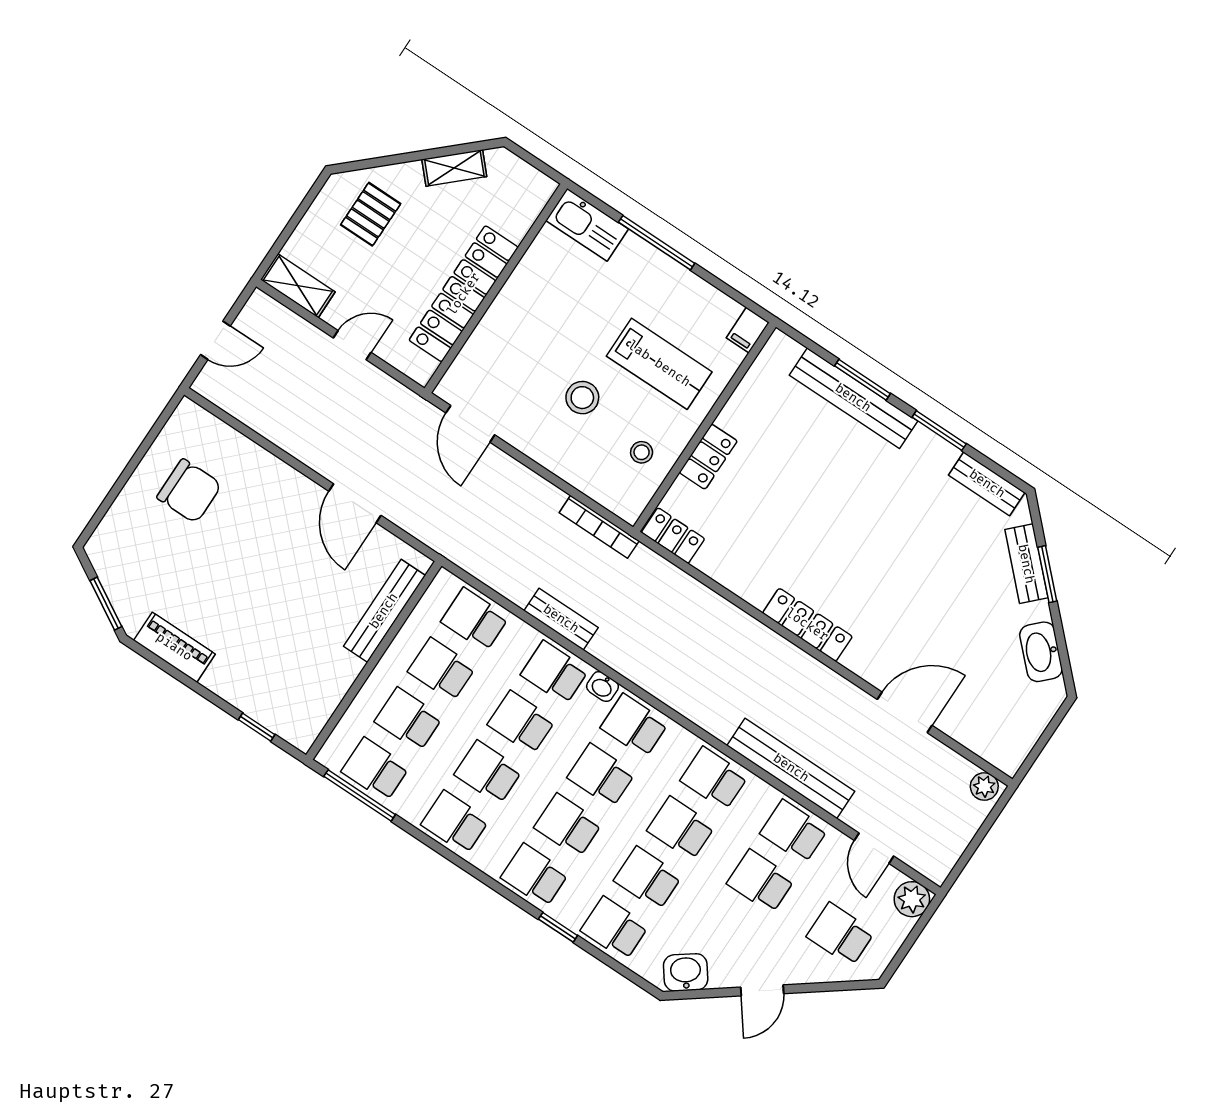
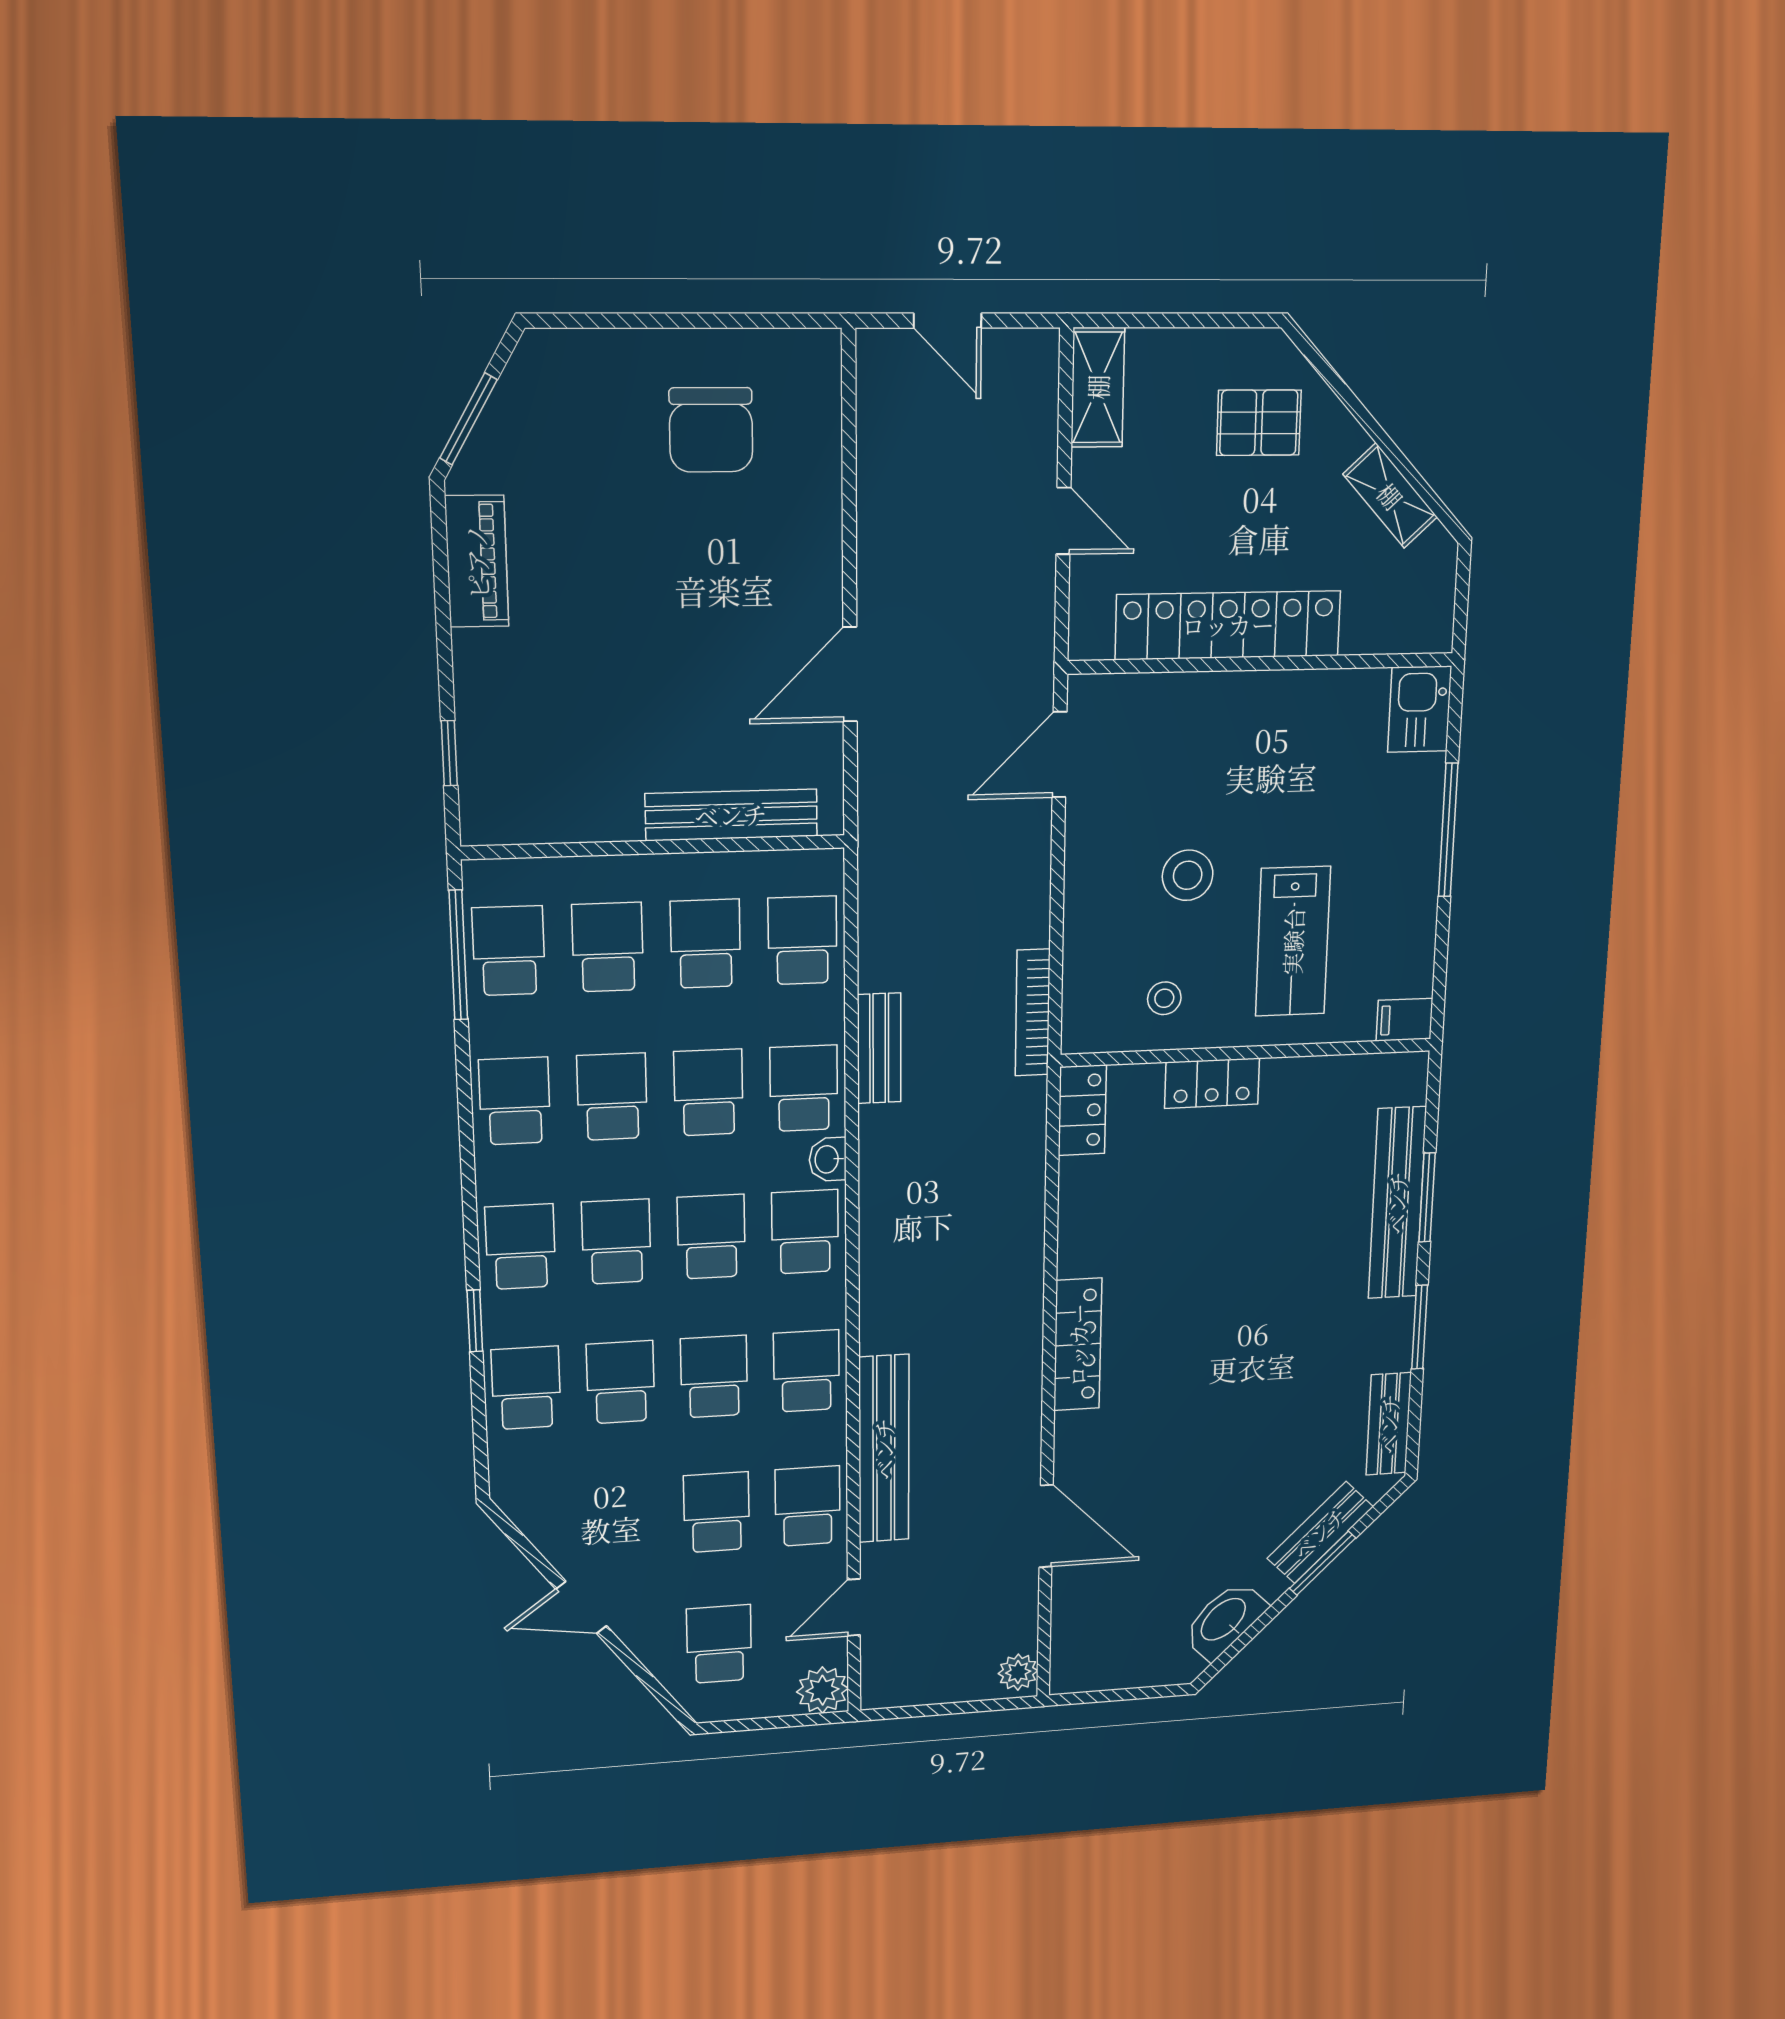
kitchen sink: (587, 225) -> (1420, 709), width x0.73
washbasin: (686, 972) -> (535, 1507), removed

